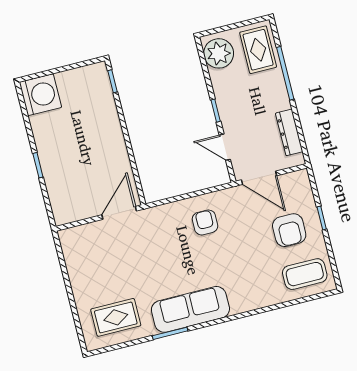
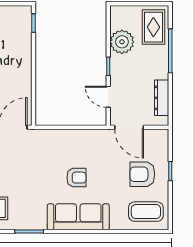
plant: (219, 53) -> (122, 42), moved
armchair: (205, 222) -> (76, 178), moved, turned 90
armchair: (289, 230) -> (142, 174), turned 90
sofa: (190, 309) -> (78, 217), moved

